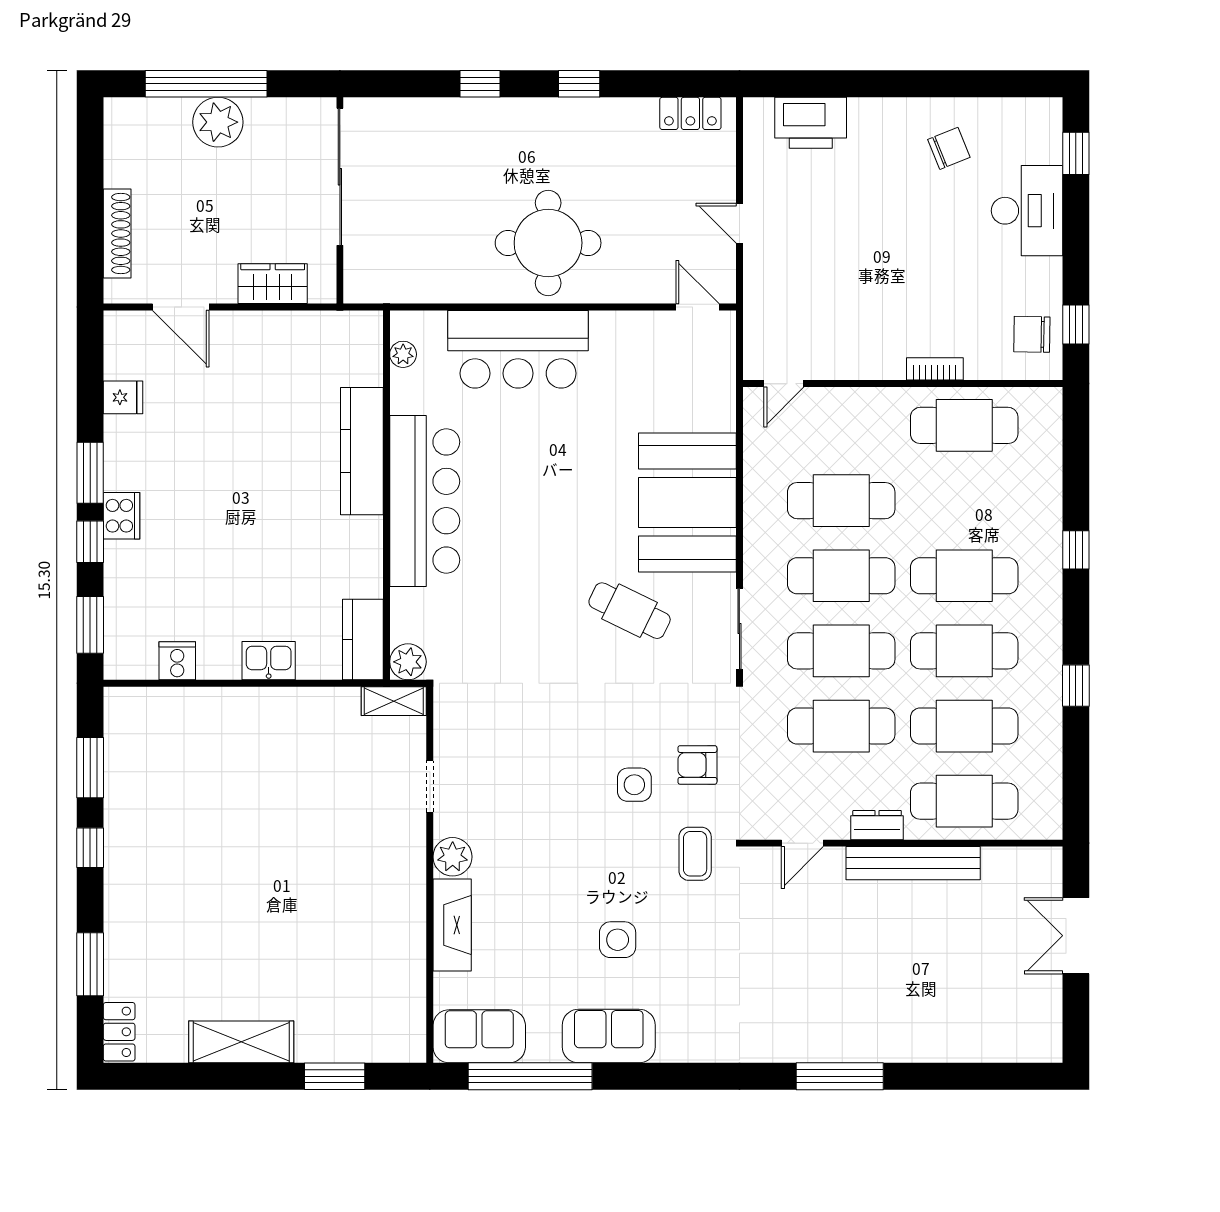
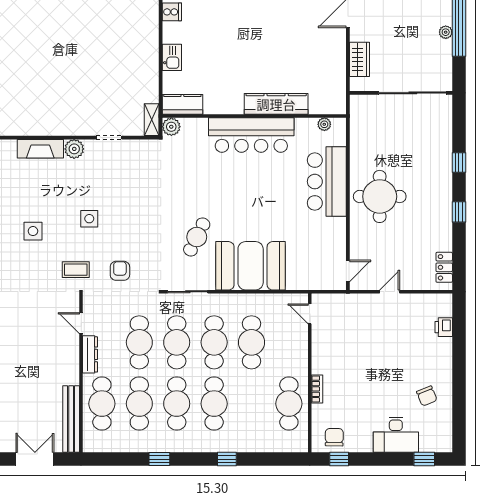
plant: (218, 122) -> (446, 32), width x0.53, depth x0.53
printer: (811, 123) -> (444, 327), width x0.53, depth x0.68
side table: (634, 785) -> (89, 219), moved
dresser: (877, 825) -> (90, 354), width x1.44
bench: (913, 863) -> (71, 419), moved

